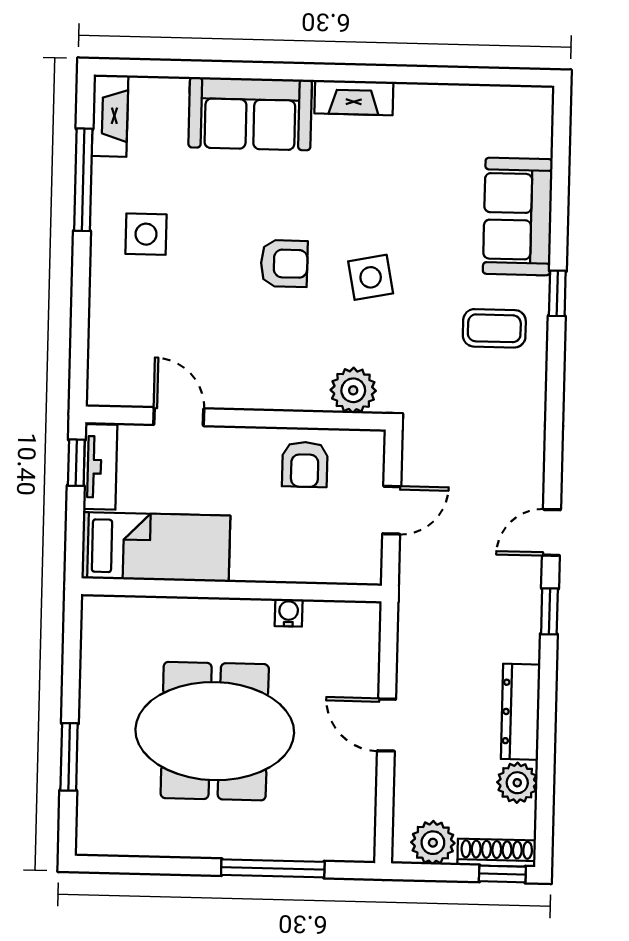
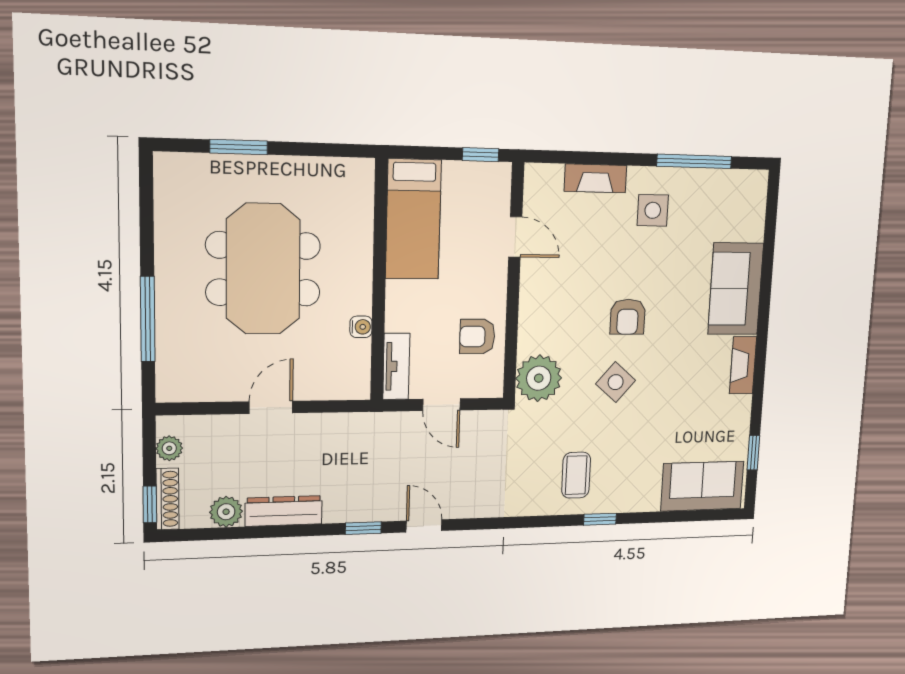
window: (476, 76) -> (753, 453), added
fireplace: (110, 116) -> (595, 178), moved
sofa: (518, 217) -> (702, 486), moved
side table: (371, 277) -> (616, 382), turned -38
plant: (353, 390) -> (539, 378), width x1.36, depth x1.36
door: (179, 417) -> (515, 237), hinge flipped
tv unit: (100, 467) -> (396, 366), moved, turned -90
plant: (433, 843) -> (169, 448), width x0.73, depth x0.73

